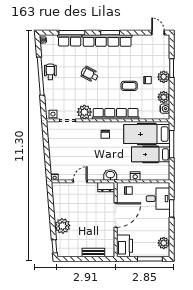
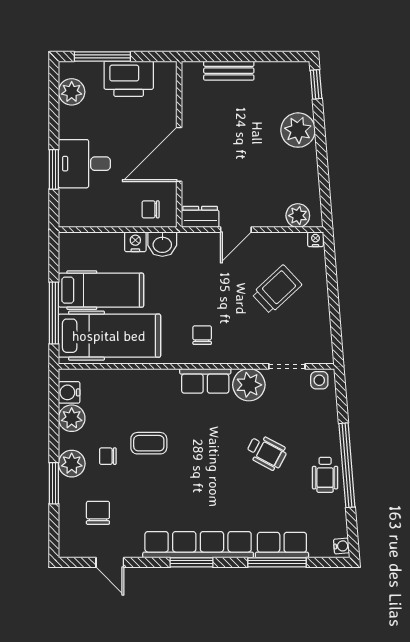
door: (158, 33) -> (110, 562), moved
chair: (152, 55) -> (98, 513), added
wheelchair: (90, 74) -> (266, 452), moved
row of seats: (116, 114) -> (205, 381), width x0.50
trolley: (72, 155) -> (277, 289), added
washbasin: (110, 175) -> (162, 244), moved
door: (80, 181) -> (236, 230), moved
plant: (63, 188) -> (298, 216), added
desk: (158, 199) -> (84, 164), moved
printer: (125, 246) -> (129, 79), moved, turned -90

